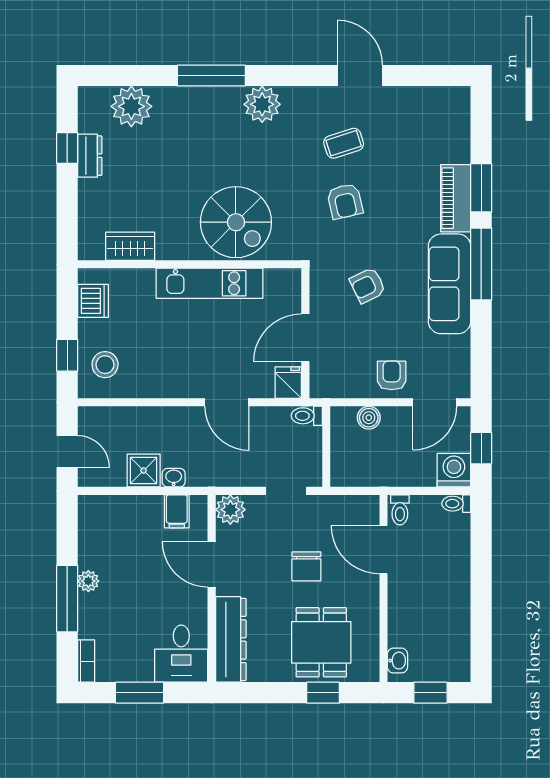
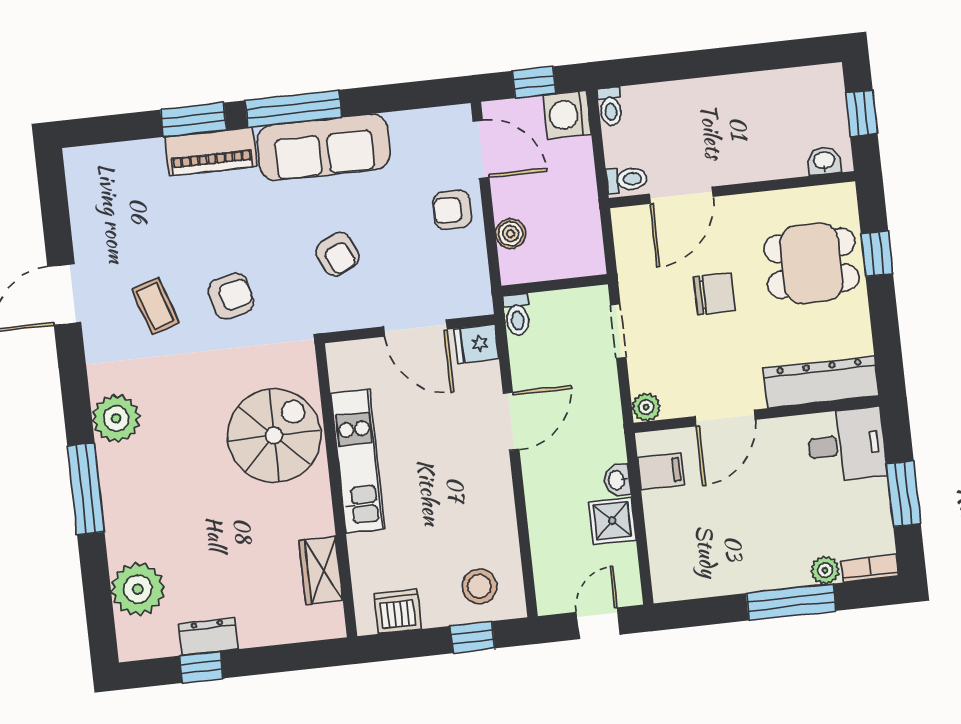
plant: (230, 510) -> (646, 407), width x0.73, depth x0.73
plant: (88, 581) -> (825, 570), moved

